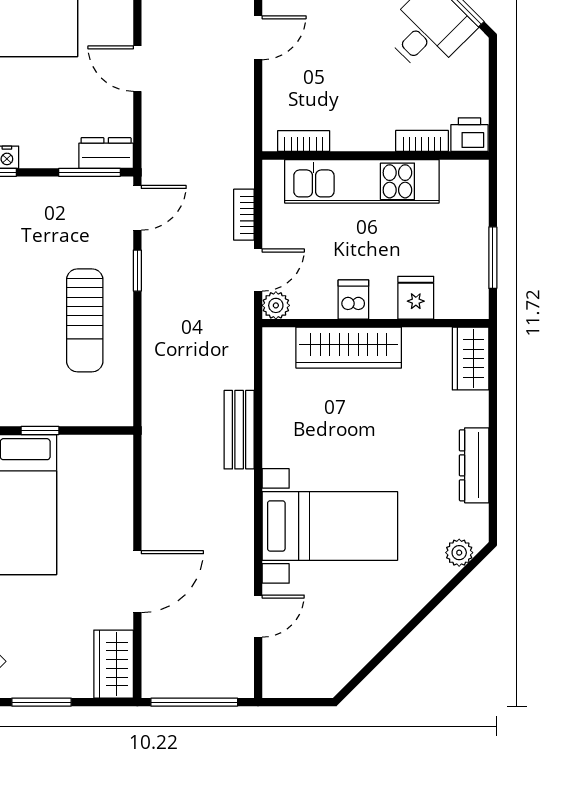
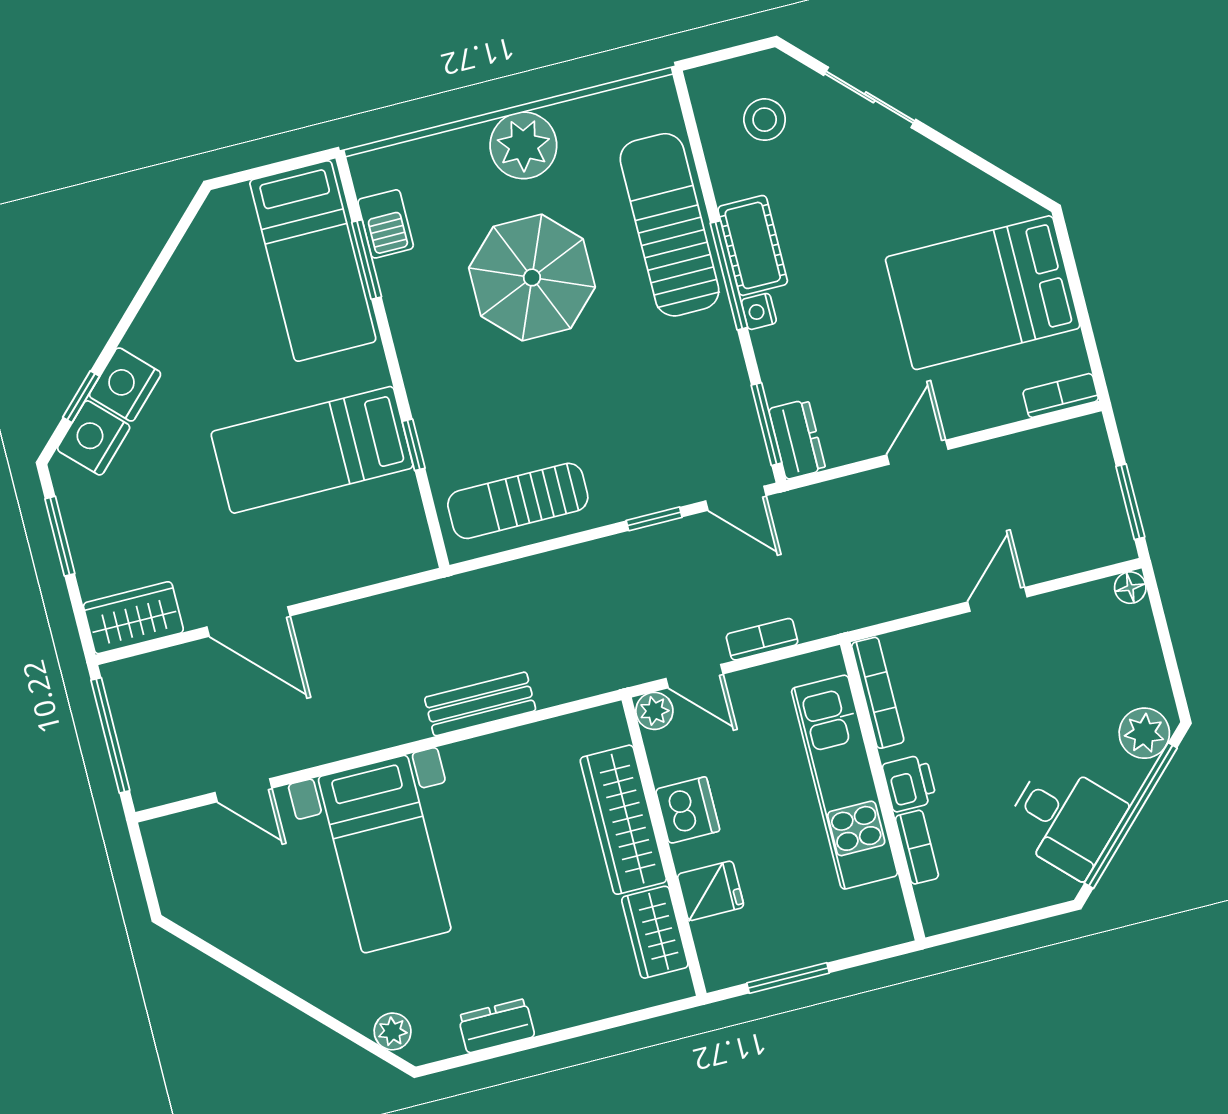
door: (258, 38) -> (997, 599), swing flipped
printer: (469, 135) -> (909, 783), moved
bookcase: (304, 141) -> (878, 693), width x1.56
dishwasher: (353, 300) -> (688, 810), width x1.38
sun lounger: (85, 320) -> (518, 501), moved
wardrobe: (471, 359) -> (655, 932), moved, turned -90
dresser: (474, 465) -> (496, 1026), width x0.70

